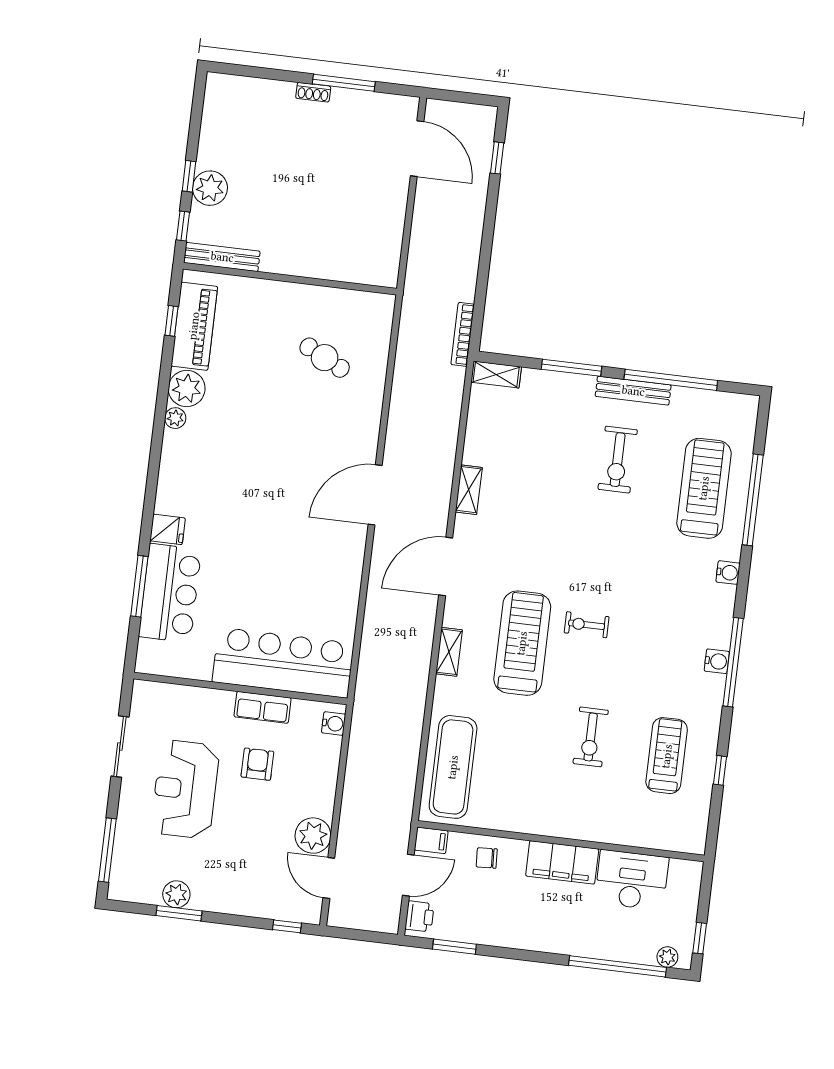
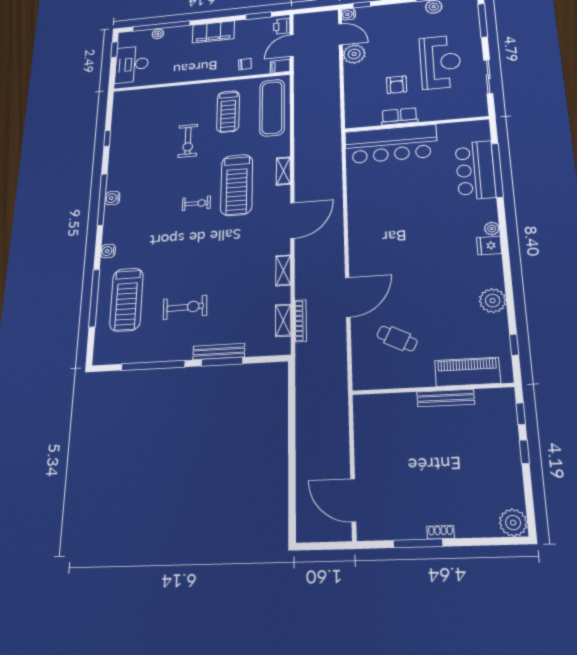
window: (497, 158) -> (292, 503), removed
plant: (210, 188) -> (513, 523), moved
bench: (222, 257) -> (446, 398), moved
piano: (194, 326) -> (468, 372), moved, turned 90
bookcase: (463, 334) -> (301, 321), moved
shelving: (496, 375) -> (283, 320), moved, turned 90
bench: (633, 391) -> (219, 352), moved
plant: (175, 418) -> (492, 229), moved
exercise bike: (618, 460) -> (185, 307), turned 88
door: (375, 495) -> (348, 297), moved
fridge: (168, 529) -> (489, 246), moved
window: (139, 586) -> (497, 170), width x1.46
water cooler: (334, 724) -> (348, 14), moved
exercise bike: (591, 737) -> (188, 141), turned 180
treadmill: (667, 756) -> (228, 111), moved
filing cabinet: (562, 862) -> (213, 32), moved, turned 180
desk: (632, 880) -> (132, 64), moved, turned 90
plant: (667, 957) -> (158, 34), moved

